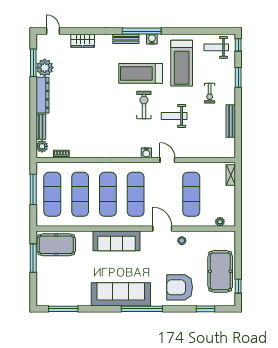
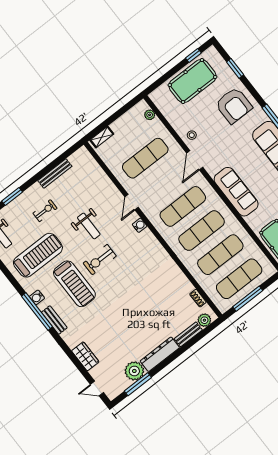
door: (53, 31) -> (97, 388), hinge flipped

